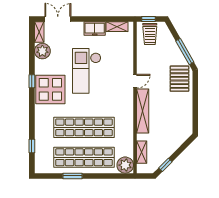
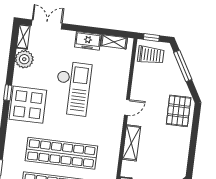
trolley: (150, 34) -> (151, 55), turned -90
window: (185, 52) -> (183, 66), moved
checkout: (87, 71) -> (73, 89), turned 180
shelving: (143, 111) -> (131, 143), width x0.68

